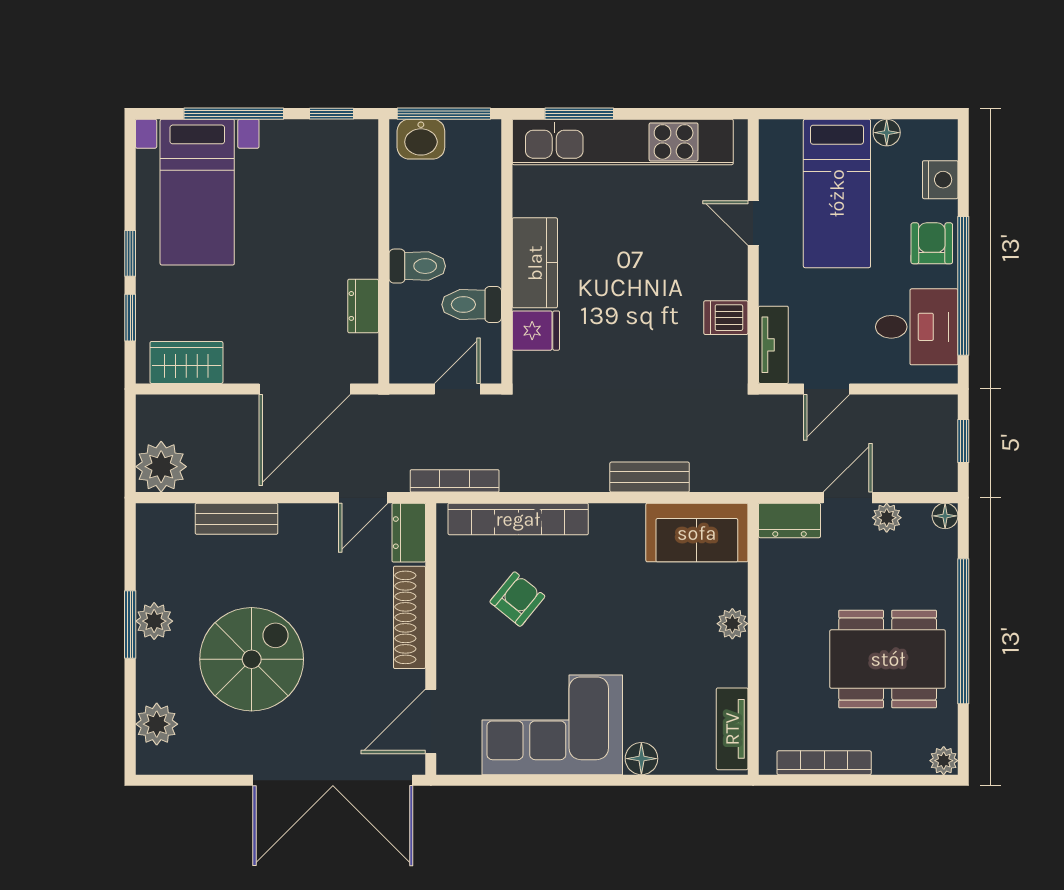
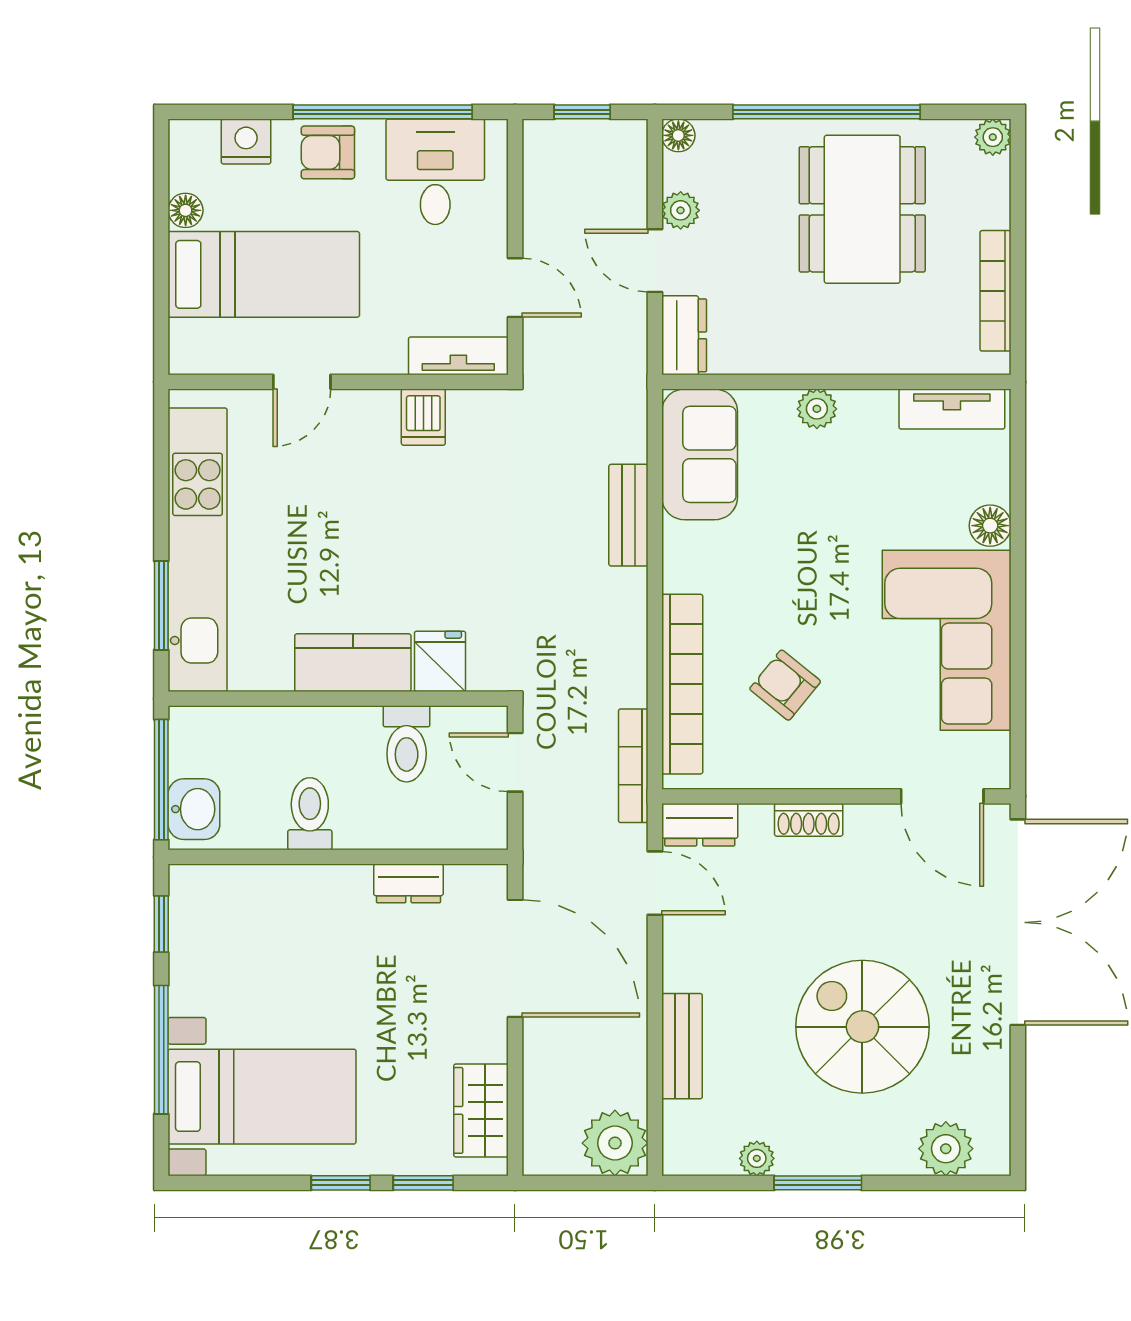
toilet: (417, 266) -> (310, 814), moved
shoe rack: (410, 617) -> (809, 820), width x0.51, depth x0.81
plant: (154, 621) -> (757, 1158), moved, width x0.73, depth x0.73

